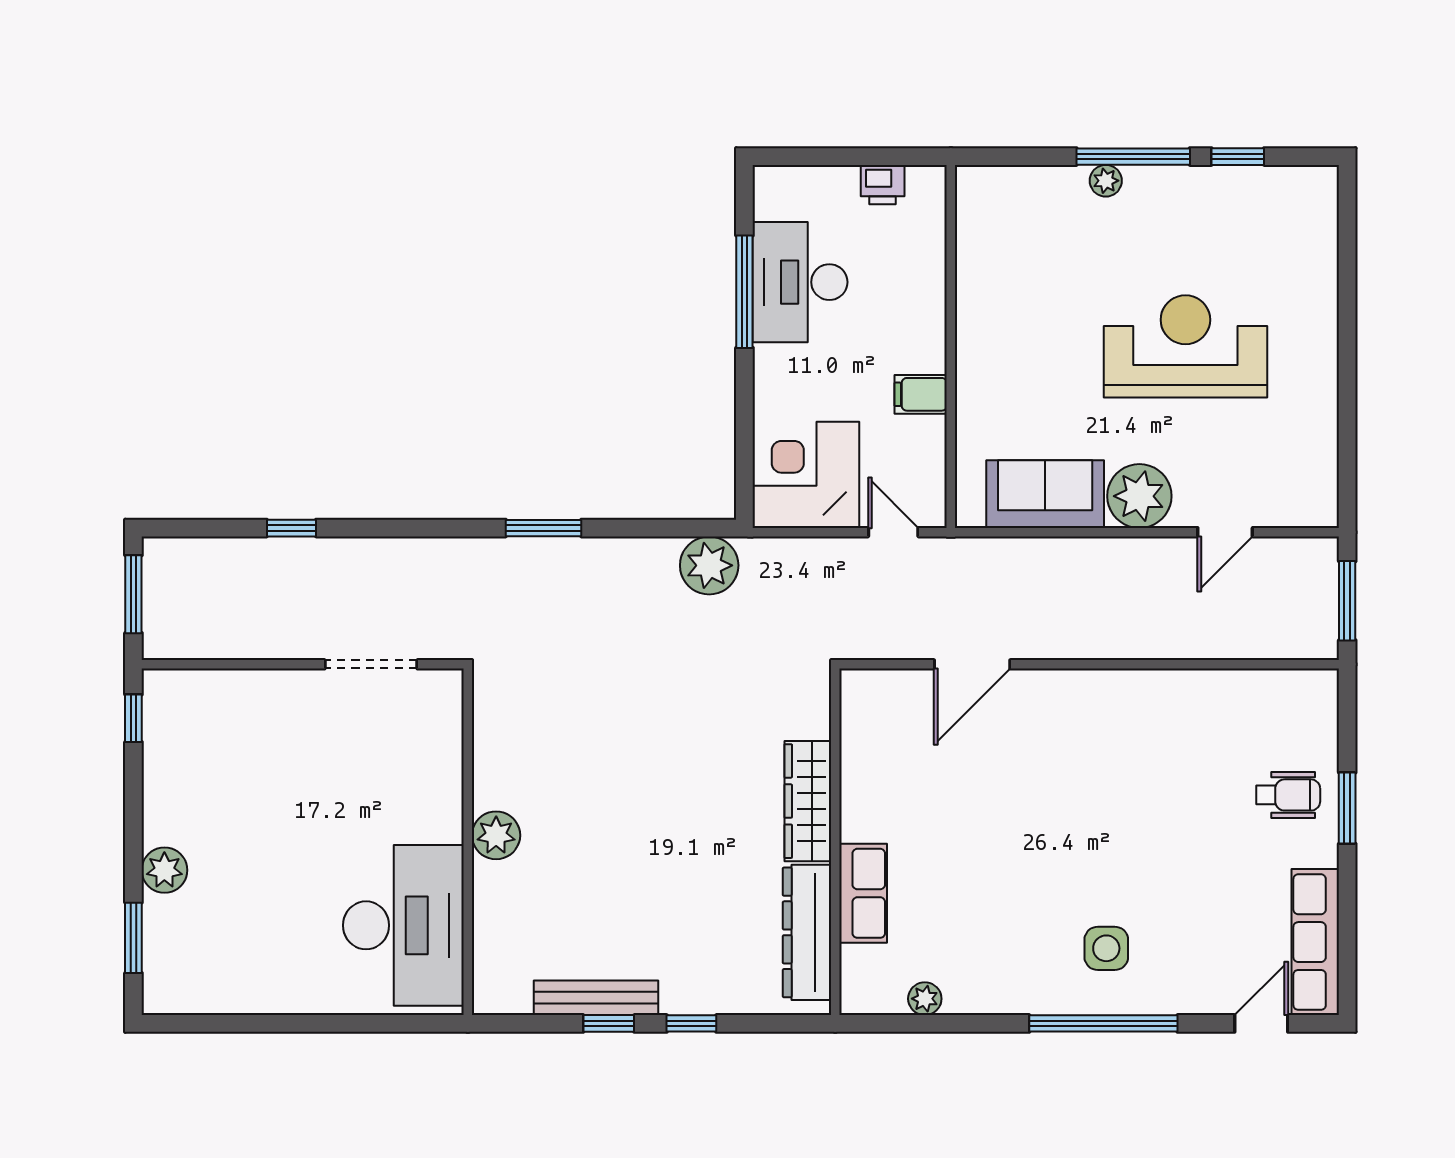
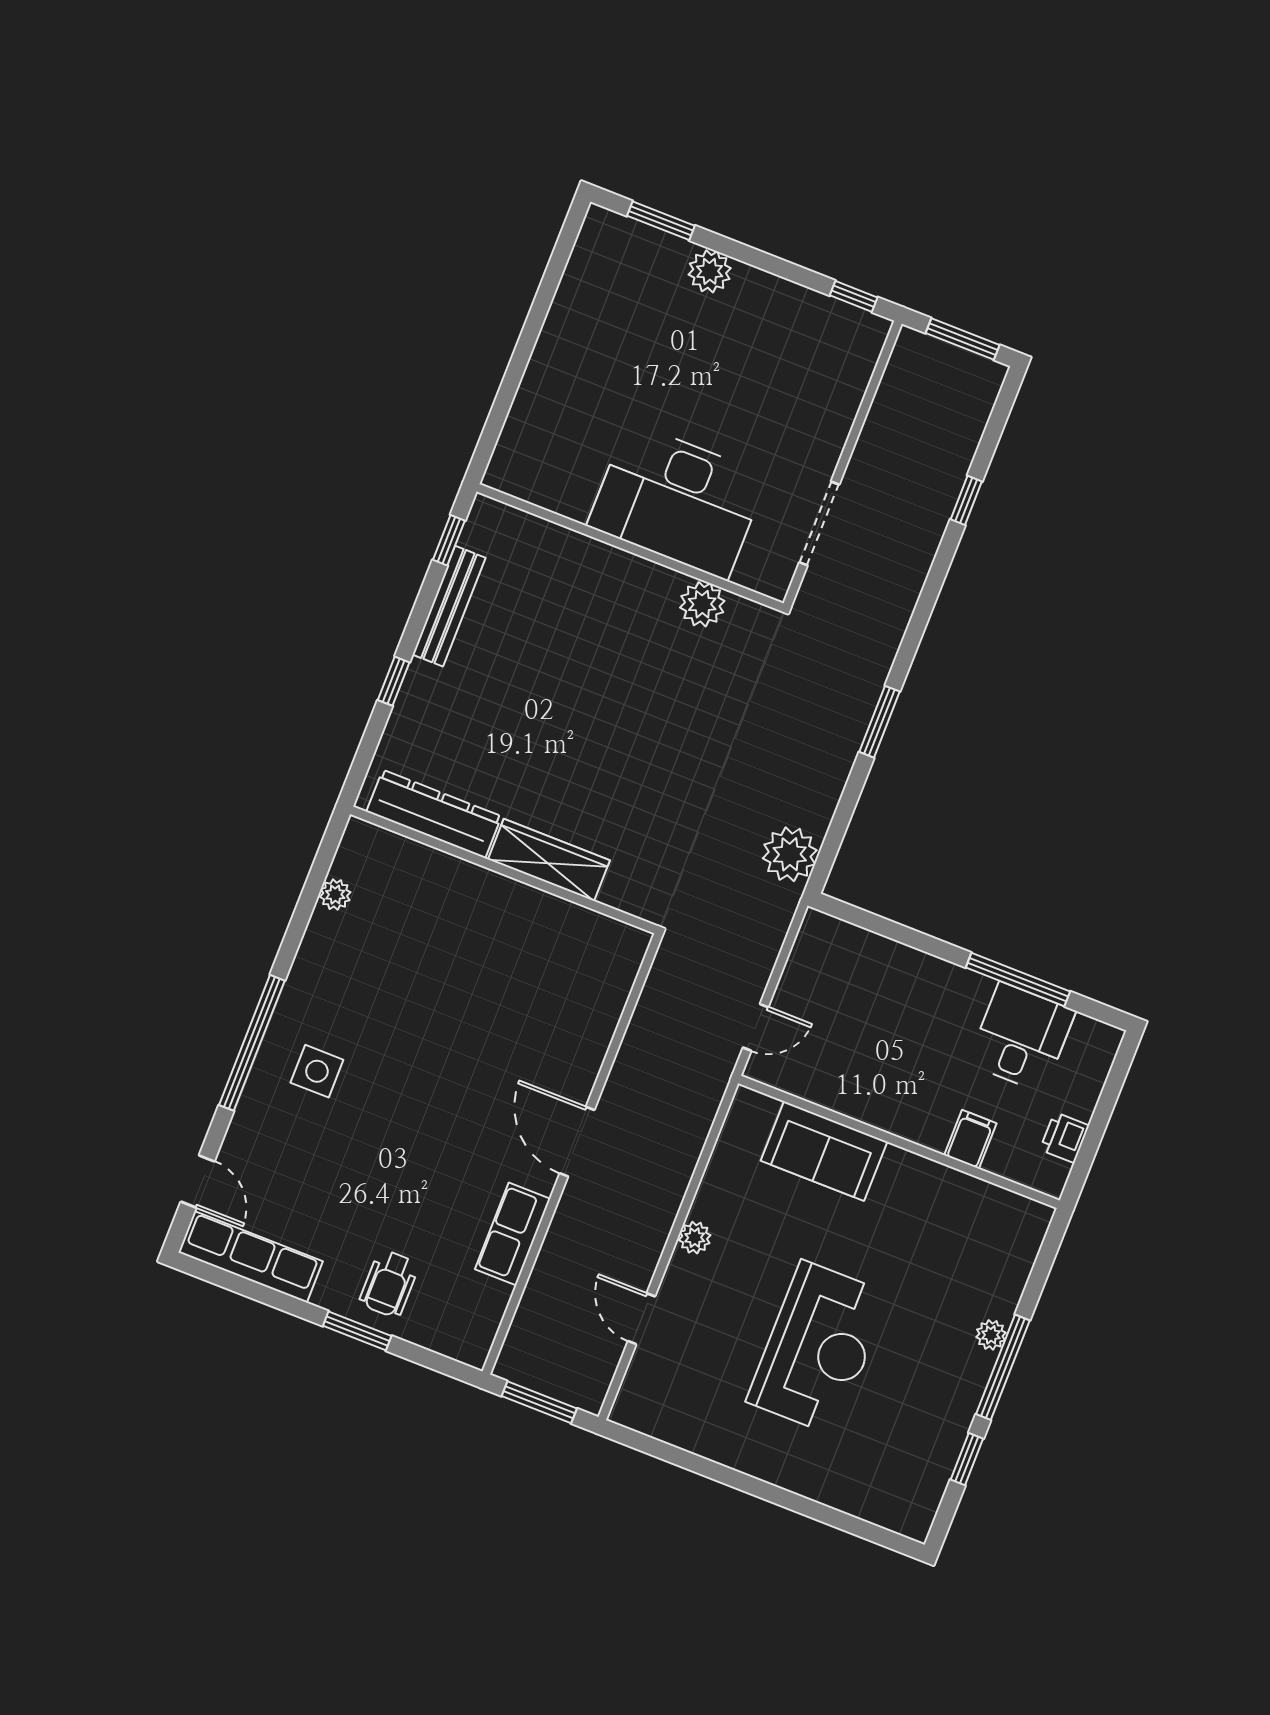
desk: (800, 282) -> (1022, 1037), width x0.73
filing cabinet: (921, 394) -> (970, 1139), moved
corner desk: (806, 475) -> (836, 970), removed
sofa: (1045, 494) -> (824, 1151), moved, turned 90
plant: (1139, 496) -> (695, 1238), width x0.53, depth x0.53
door: (972, 664) -> (577, 1142), moved
plant: (496, 835) -> (702, 604), moved
row of seats: (863, 893) -> (513, 1234), moved, turned 90
desk: (403, 925) -> (677, 501), moved
window: (609, 1023) -> (449, 540), moved

